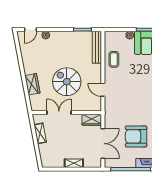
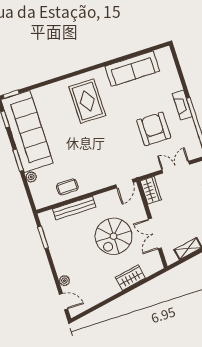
bench: (97, 47) -> (74, 208), moved
door: (103, 90) -> (125, 184), moved
armchair: (136, 136) -> (154, 129), turned 180
double door: (103, 144) -> (176, 167), width x0.73

